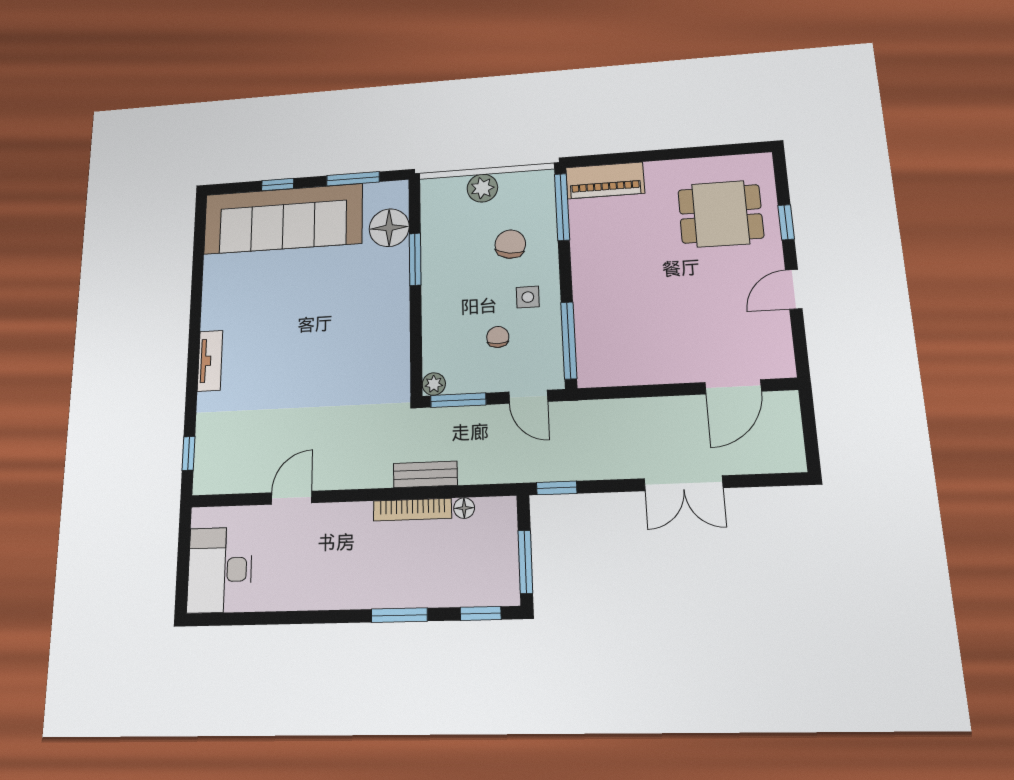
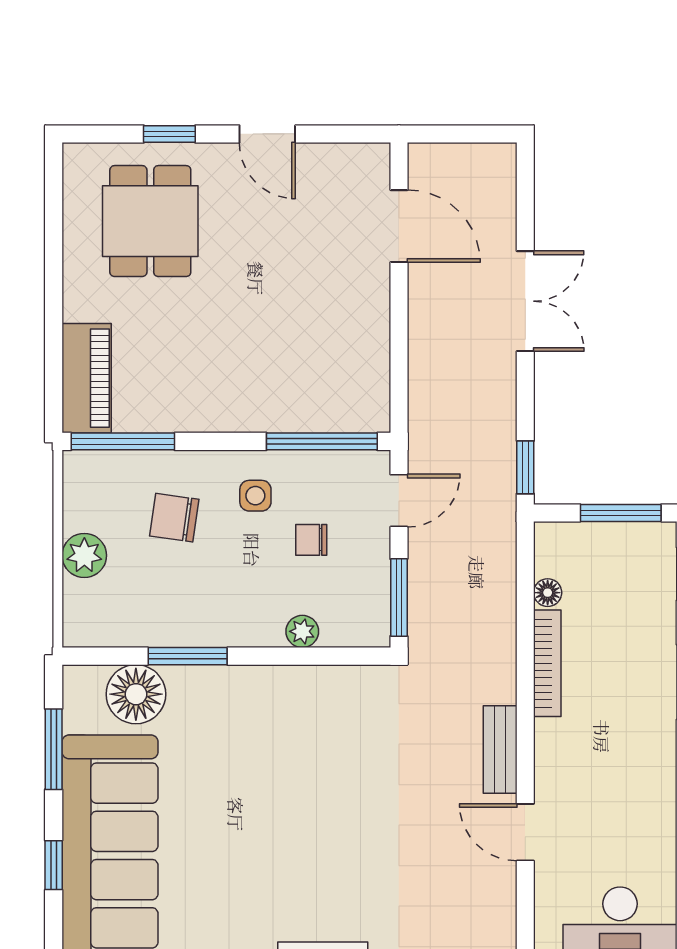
plant: (434, 384) -> (302, 631), moved
bench: (425, 474) -> (500, 750), moved

